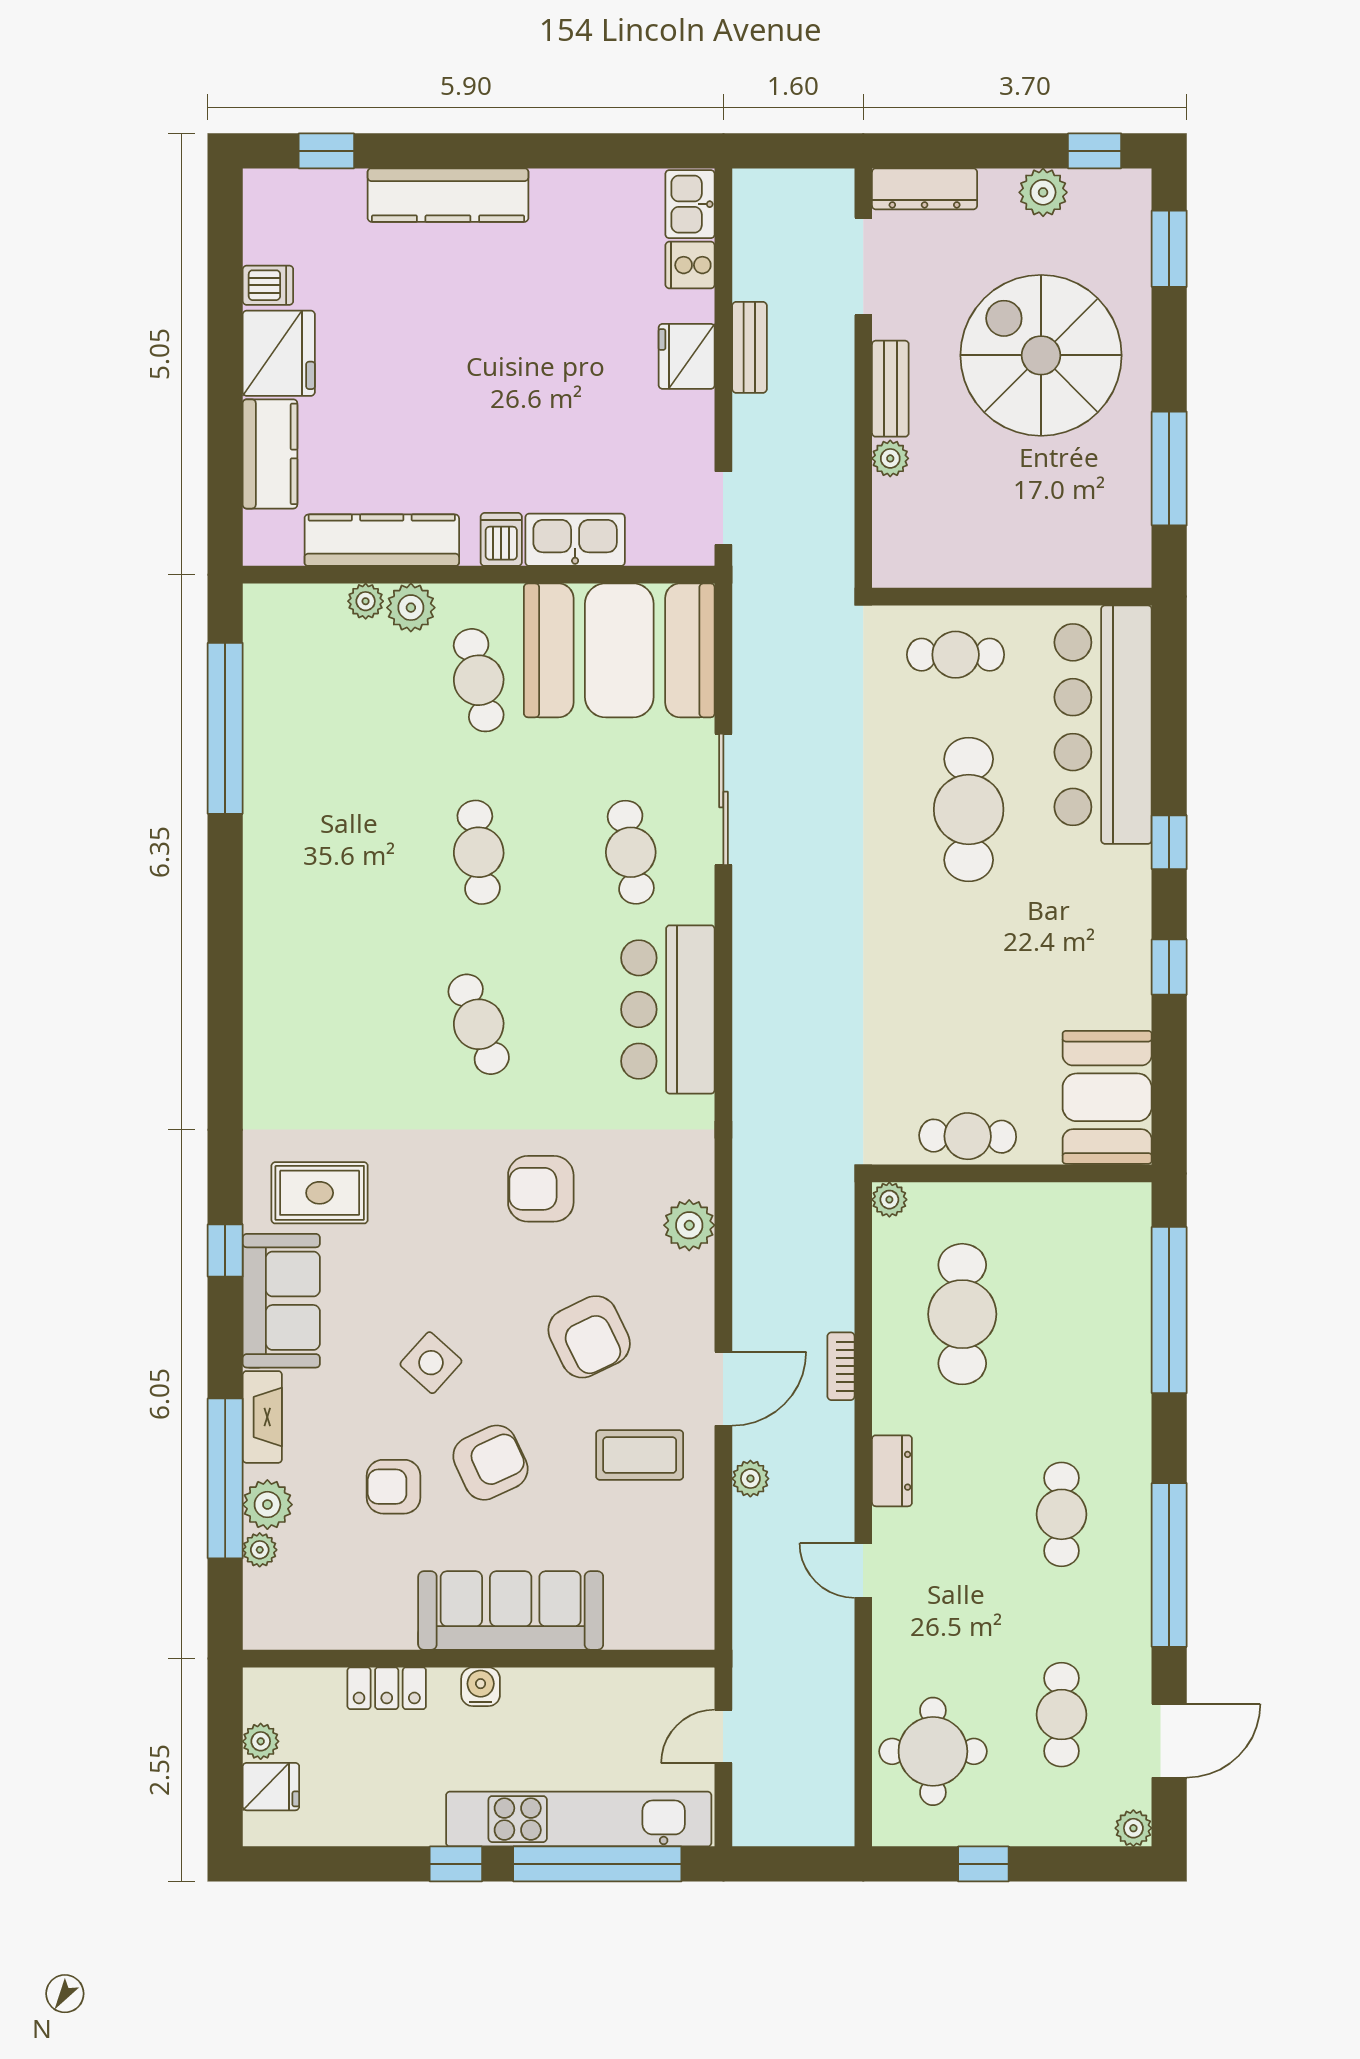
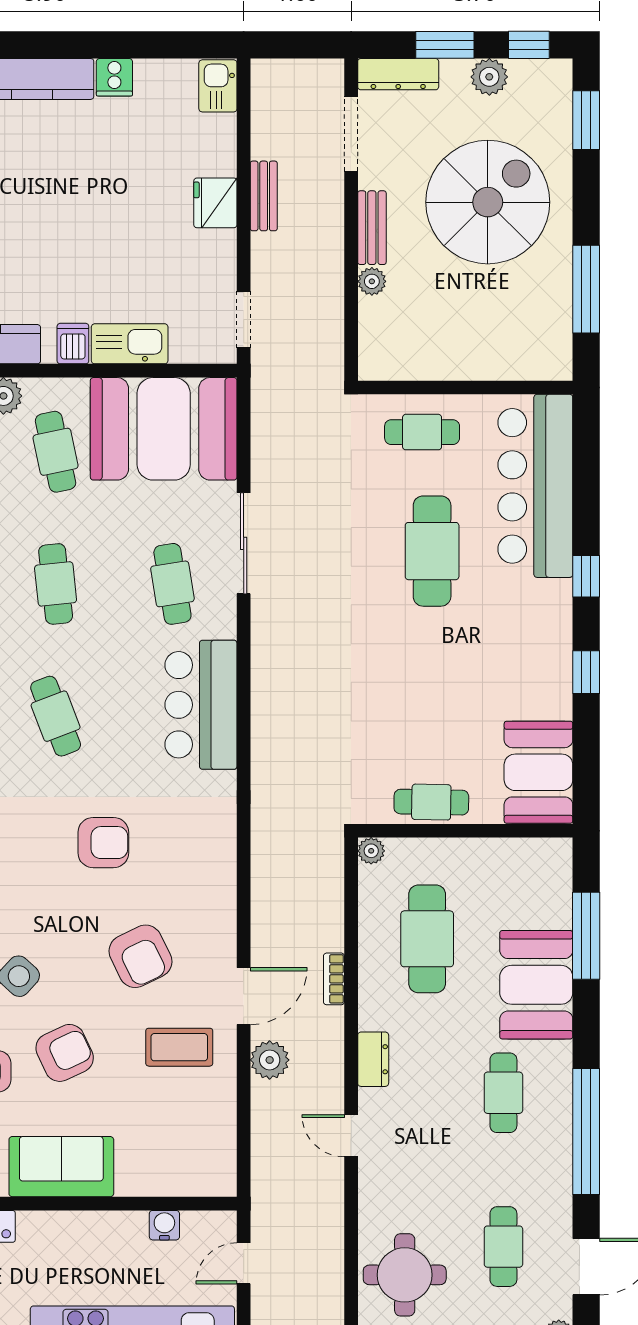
window: (985, 151) -> (445, 45), added
cooker: (690, 265) -> (114, 77), moved, turned -90
spiral stairs: (1041, 355) -> (488, 202), turned 90
armchair: (541, 1189) -> (103, 843), turned 180
plant: (689, 1225) -> (217, 871), removed
window: (1169, 1310) -> (586, 936), width x0.68
booth: (1104, 1374) -> (536, 985), added
plant: (750, 1479) -> (270, 1060), width x1.38, depth x1.38
sofa: (511, 1611) -> (61, 1167), width x0.73
water cooler: (481, 1687) -> (164, 1225), moved

